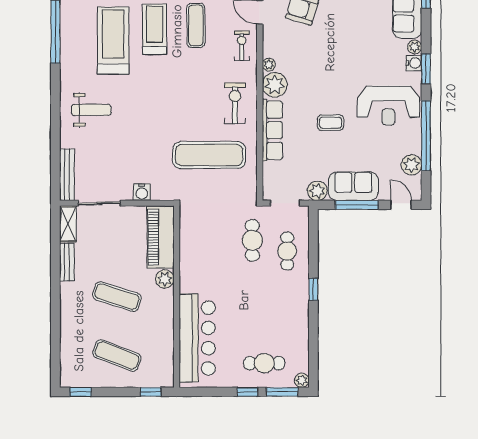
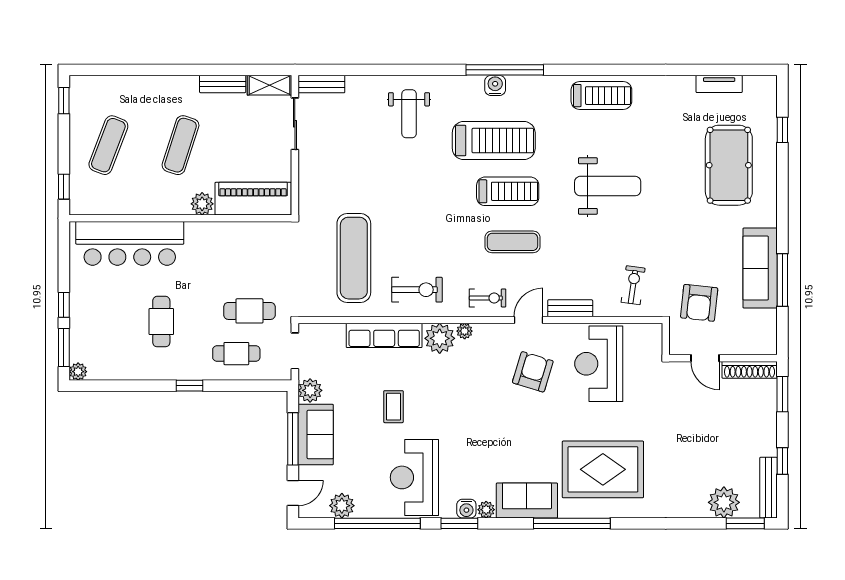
bench: (67, 175) -> (321, 84), width x0.73
water cooler: (142, 192) -> (495, 85), moved, turned 90
cafe table: (264, 363) -> (161, 322), moved

